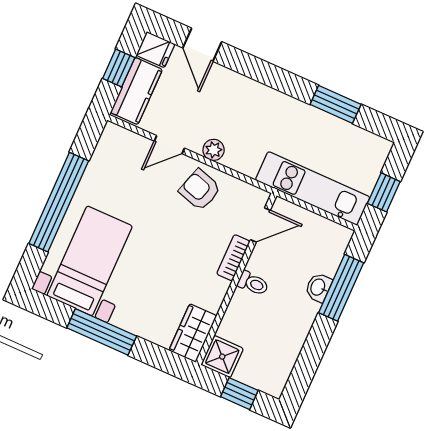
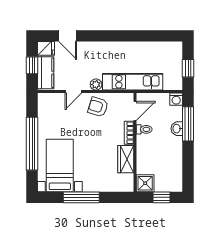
window: (336, 104) -> (145, 36), removed
kitchen unit: (313, 188) -> (133, 82), moved
washing machine: (340, 237) -> (176, 99), added
toilet: (253, 283) -> (144, 129), moved
wardrobe: (193, 333) -> (126, 159), moved

